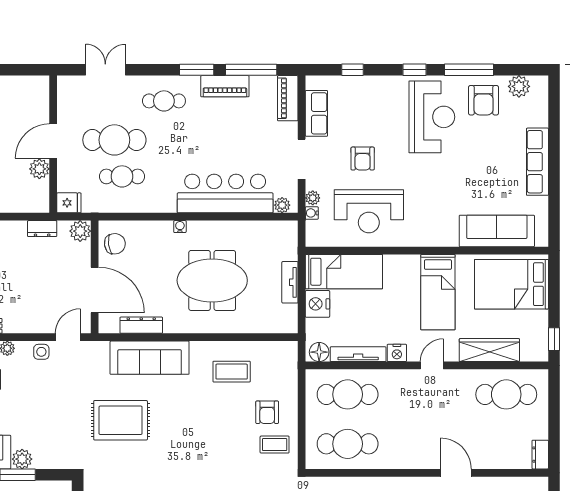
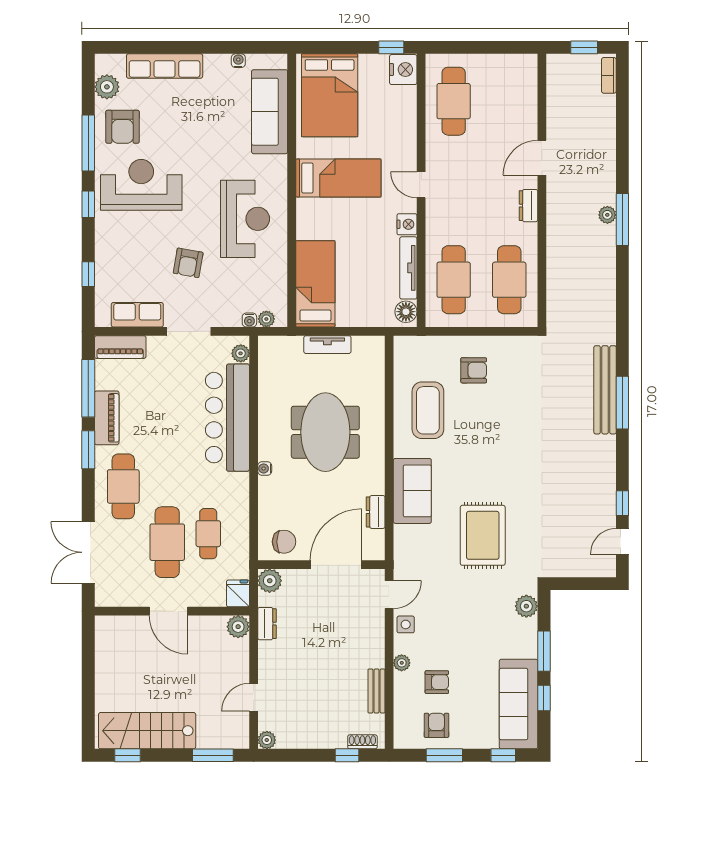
double door: (105, 70) -> (88, 552), width x1.37
armchair: (483, 100) -> (122, 127), turned 90
cafe table: (164, 101) -> (123, 486), width x1.37, depth x1.35
armchair: (363, 159) -> (188, 263), turned 100
row of seats: (537, 162) -> (165, 66), moved
plant: (39, 169) -> (238, 627), moved
plant: (313, 198) -> (266, 319), moved
water cooler: (542, 203) -> (238, 61), added
reception desk: (369, 211) -> (245, 219), moved
chair: (115, 244) -> (284, 542), turned 98
nightstand: (317, 304) -> (403, 70), moved, turned -90
dresser: (141, 325) -> (376, 512), width x0.70
door: (68, 337) -> (389, 595), swing flipped
wardrobe: (489, 350) -> (404, 120), removed
sofa: (150, 358) -> (412, 491), width x0.73
coffee table: (232, 372) -> (428, 410), width x1.36, depth x1.32
coffee table: (275, 445) -> (510, 362), removed
dresser: (540, 455) -> (528, 206), moved, turned 90
plant: (22, 459) -> (526, 606), moved

